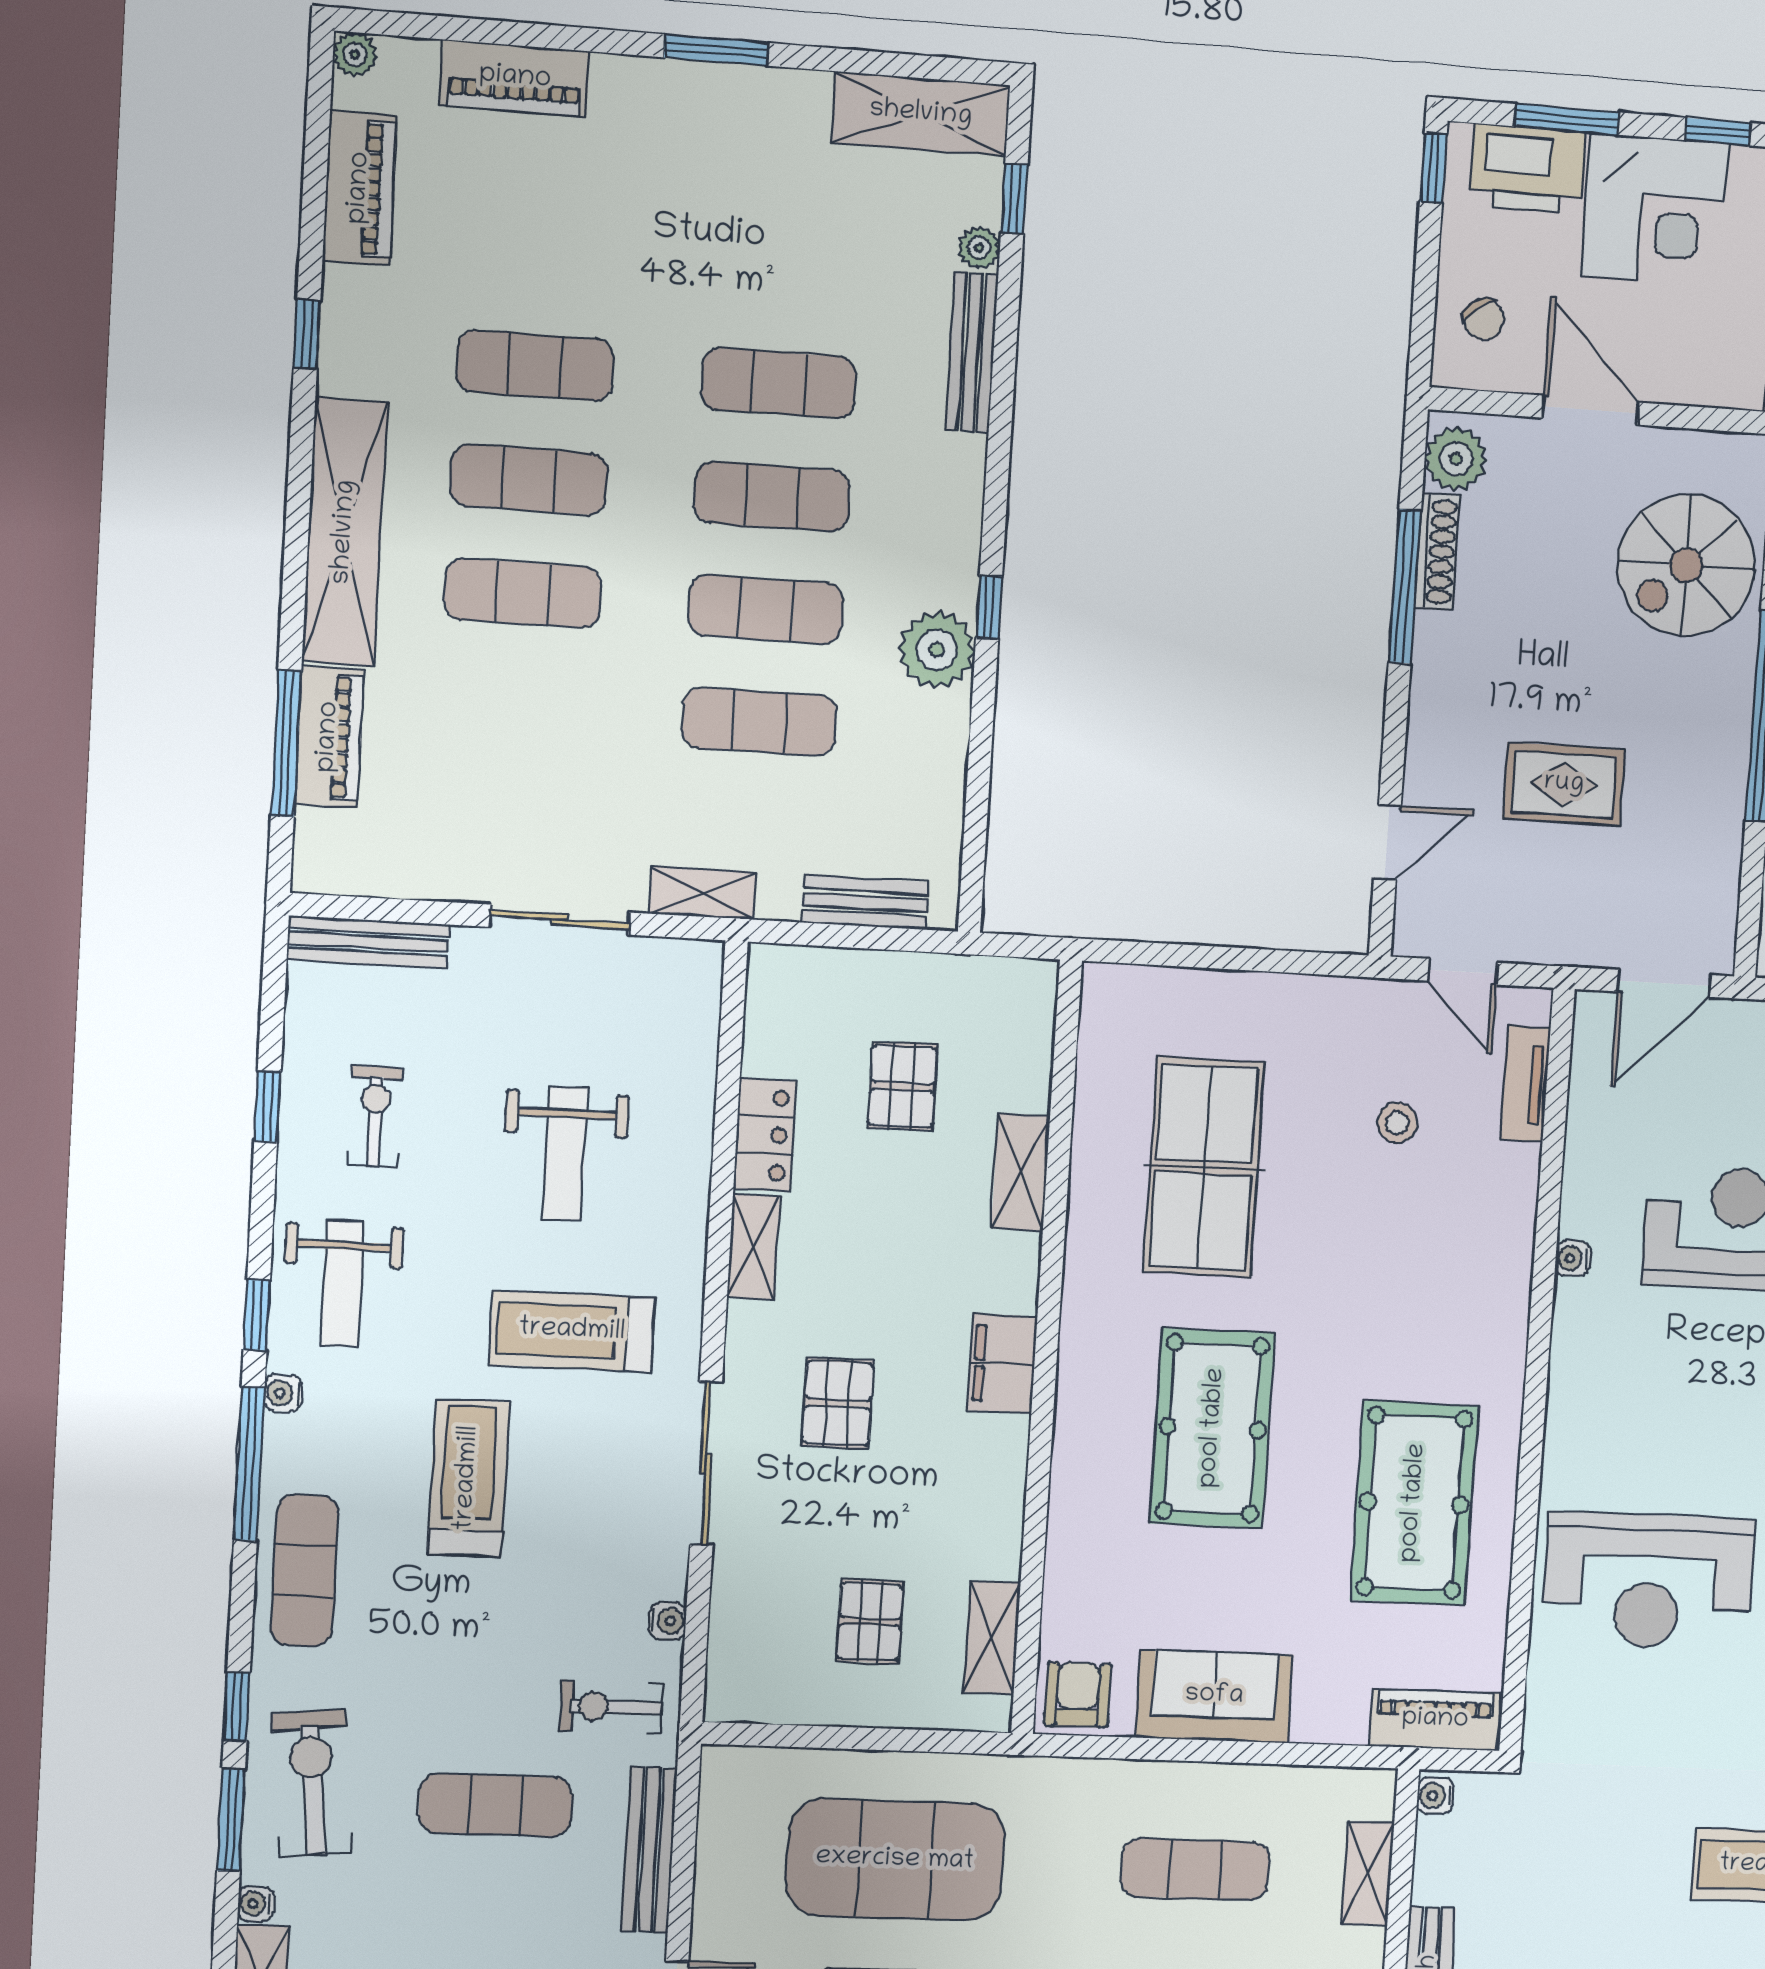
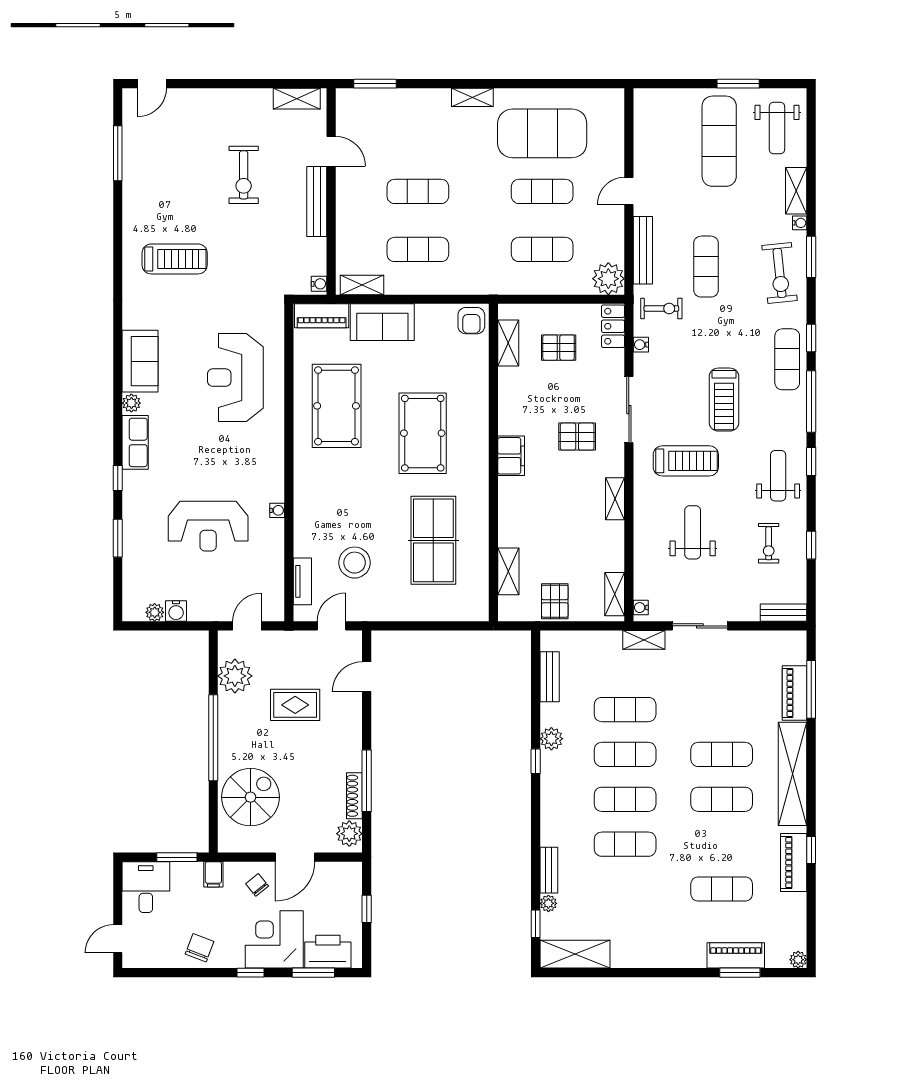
window: (716, 50) -> (740, 973), moved
window: (1433, 168) -> (367, 909), moved
piano: (360, 188) -> (794, 863), moved
chair: (1484, 319) -> (257, 885), moved
bench: (972, 353) -> (549, 870), width x0.73
exercise mat: (535, 366) -> (722, 889), moved
door: (1591, 410) -> (295, 857), hinge flipped
plant: (937, 650) -> (551, 739), width x0.73, depth x0.73
plant: (1702, 864) -> (235, 676), added
bench: (865, 902) -> (550, 677), moved, turned 90
bench: (368, 942) -> (784, 613), width x0.73
door: (1463, 972) -> (332, 626), hinge flipped
door: (1664, 983) -> (247, 626), width x0.73
shelving: (768, 1011) -> (615, 594), added
pallet: (902, 1086) -> (555, 601), moved
stool: (1397, 1123) -> (355, 563), width x1.89, depth x1.89
locker: (765, 1135) -> (613, 326), moved
shelving: (1021, 1172) -> (508, 571), moved
water cooler: (283, 1393) -> (641, 608), moved, turned 180
pallet: (838, 1403) -> (577, 437), turned 90
reception desk: (1648, 1581) -> (235, 378), turned -90
pallet: (870, 1622) -> (559, 348), turned 90
sofa: (1214, 1696) -> (382, 322), moved
window: (237, 1707) -> (811, 338), moved
plant: (738, 1784) -> (608, 279), added
exercise mat: (495, 1805) -> (706, 267), turned 90
exercise mat: (895, 1860) -> (542, 249), width x0.50, depth x0.69
shelving: (1368, 1874) -> (362, 285), moved, turned 90

